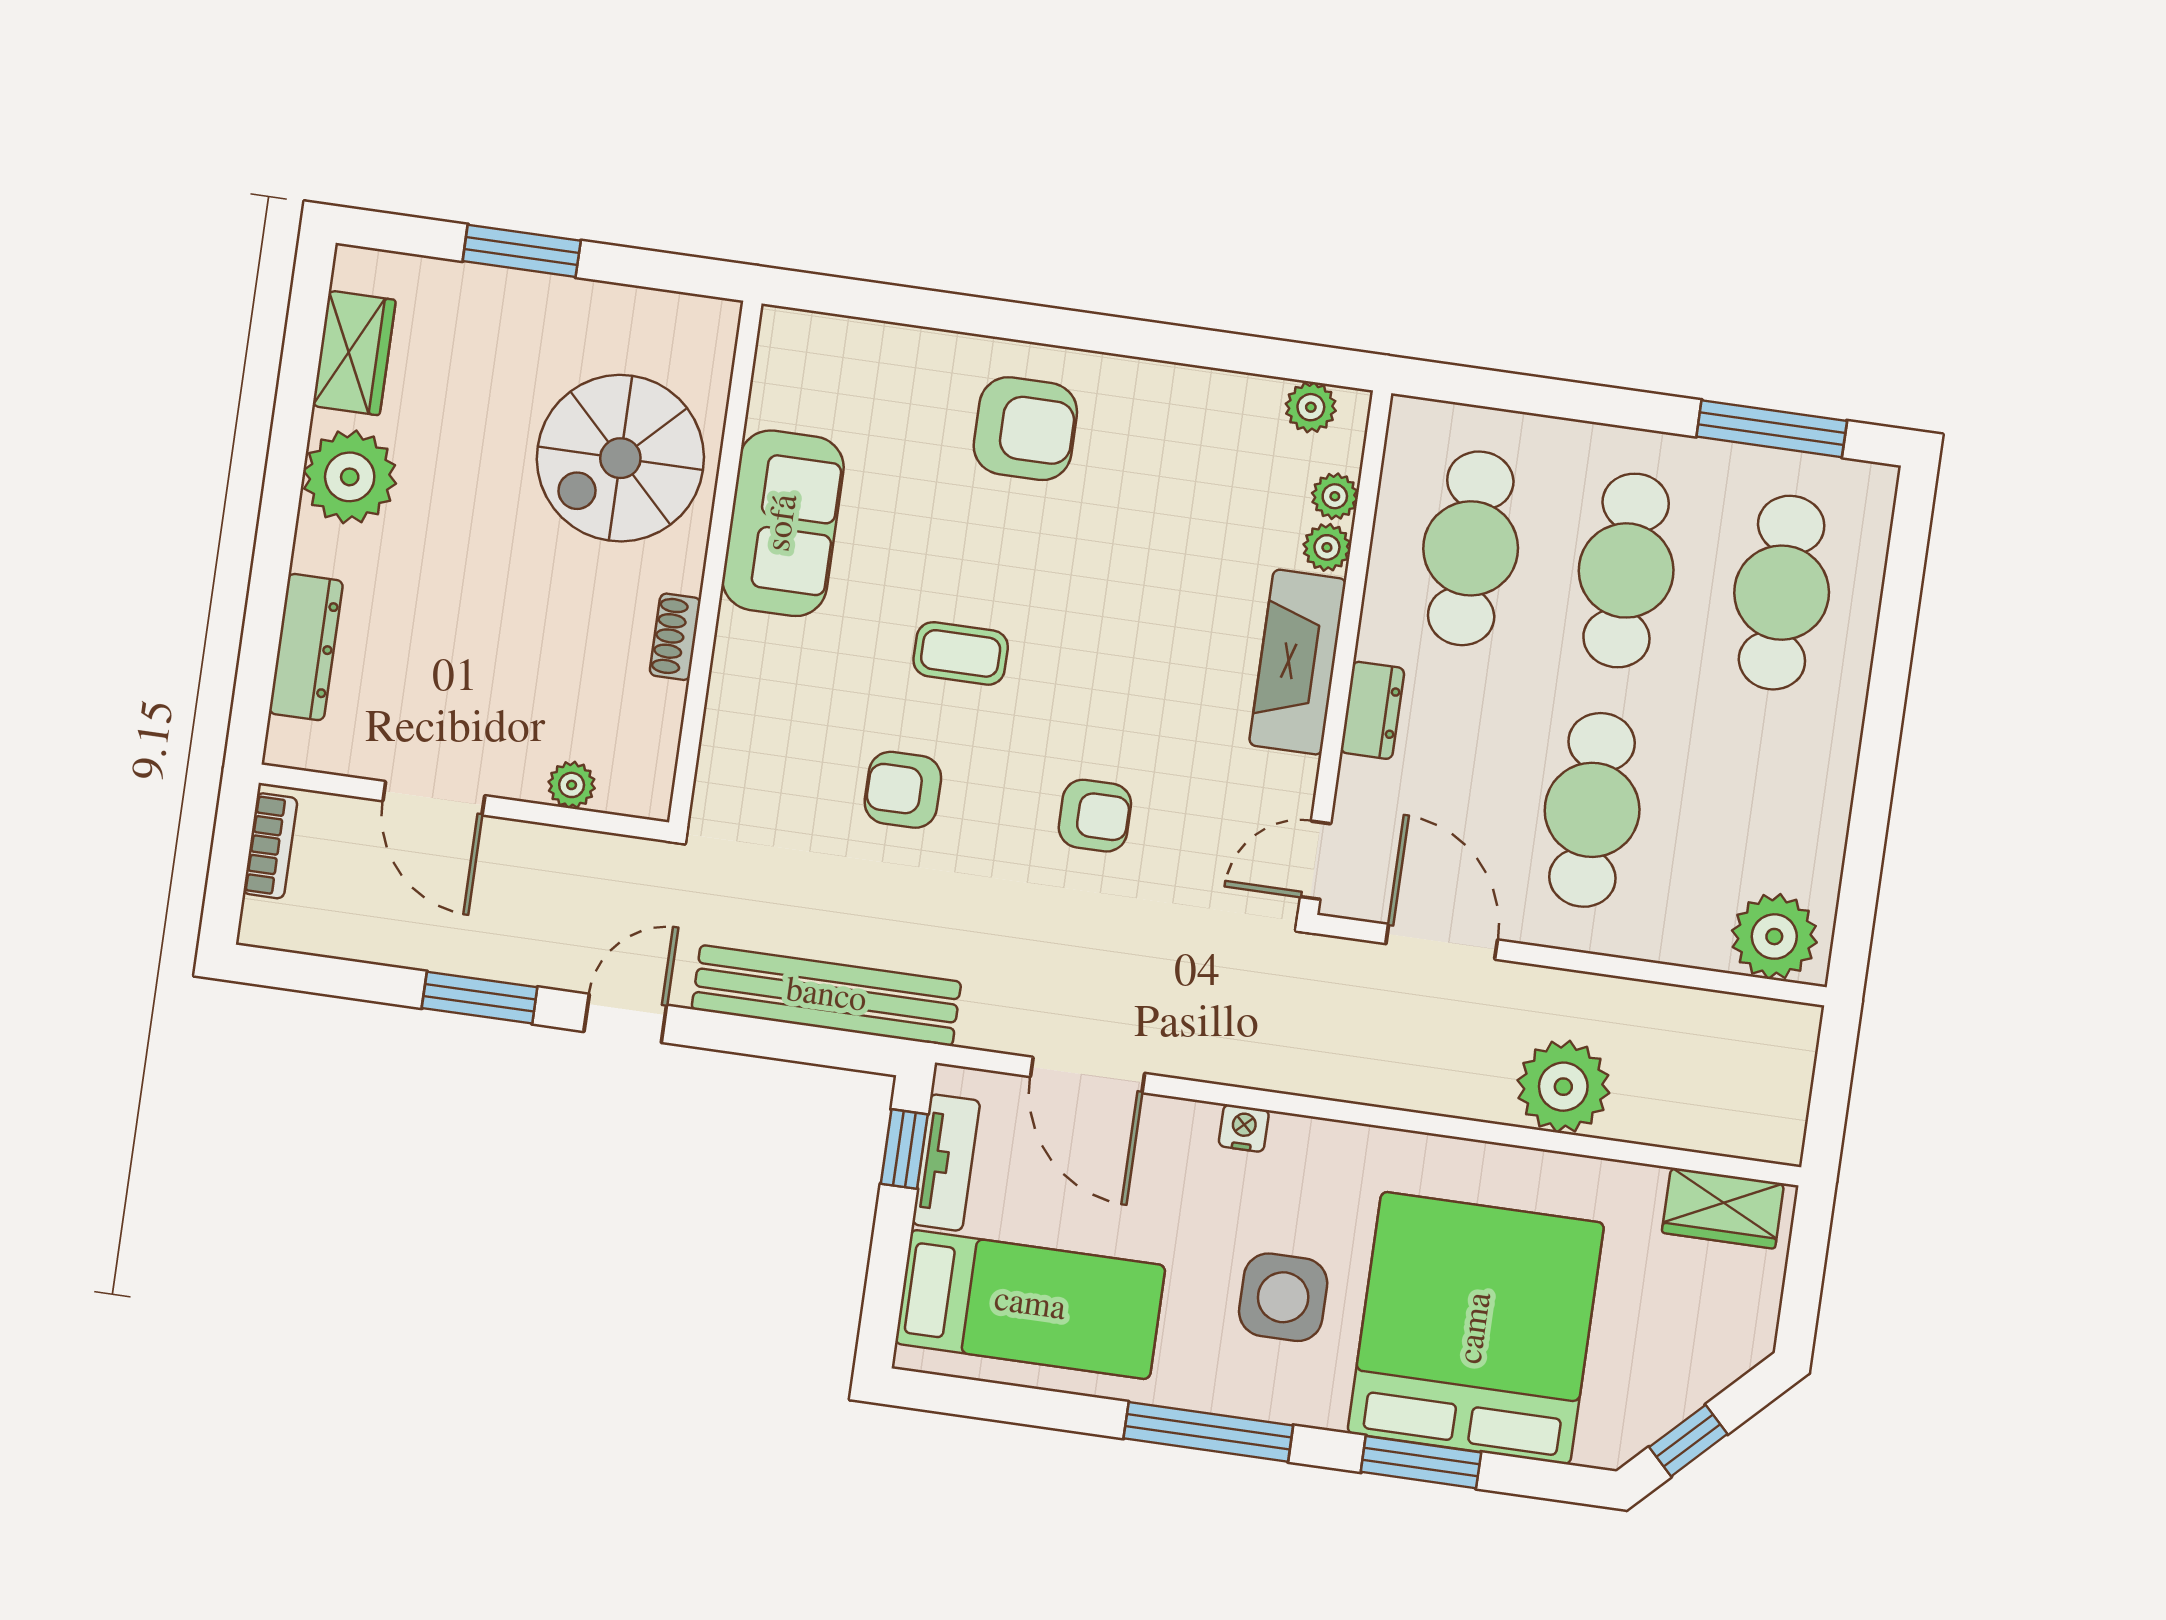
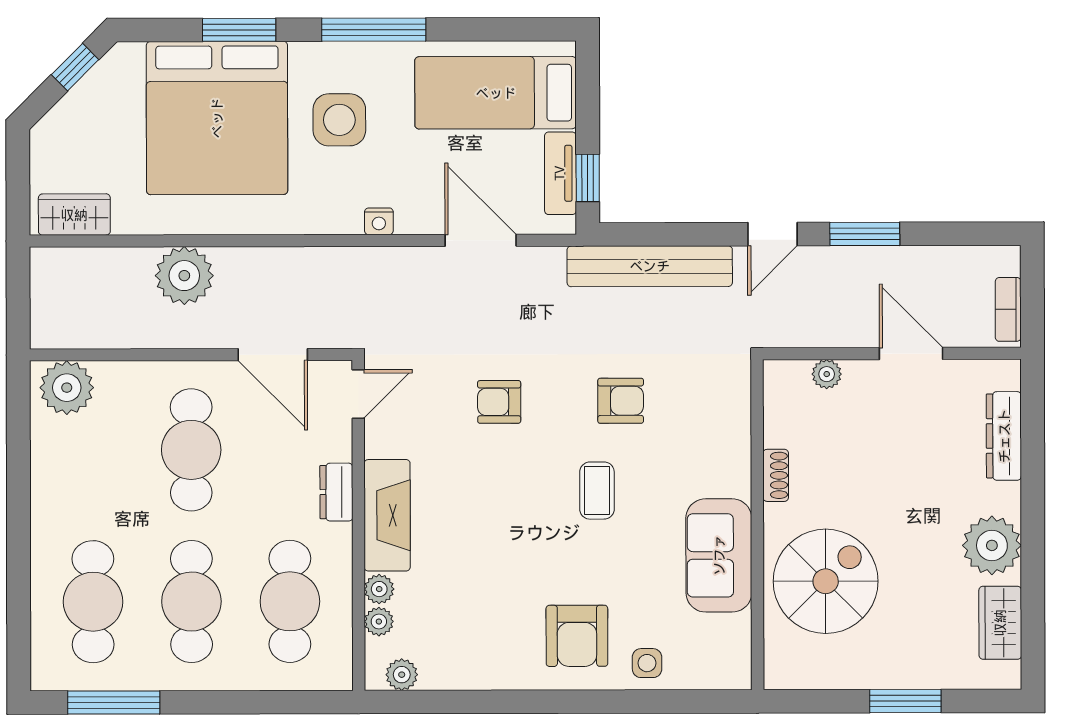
side table: (921, 370) -> (647, 663), added
armchair: (1025, 429) -> (577, 636), turned -90
coffee table: (961, 653) -> (597, 491), turned 90

